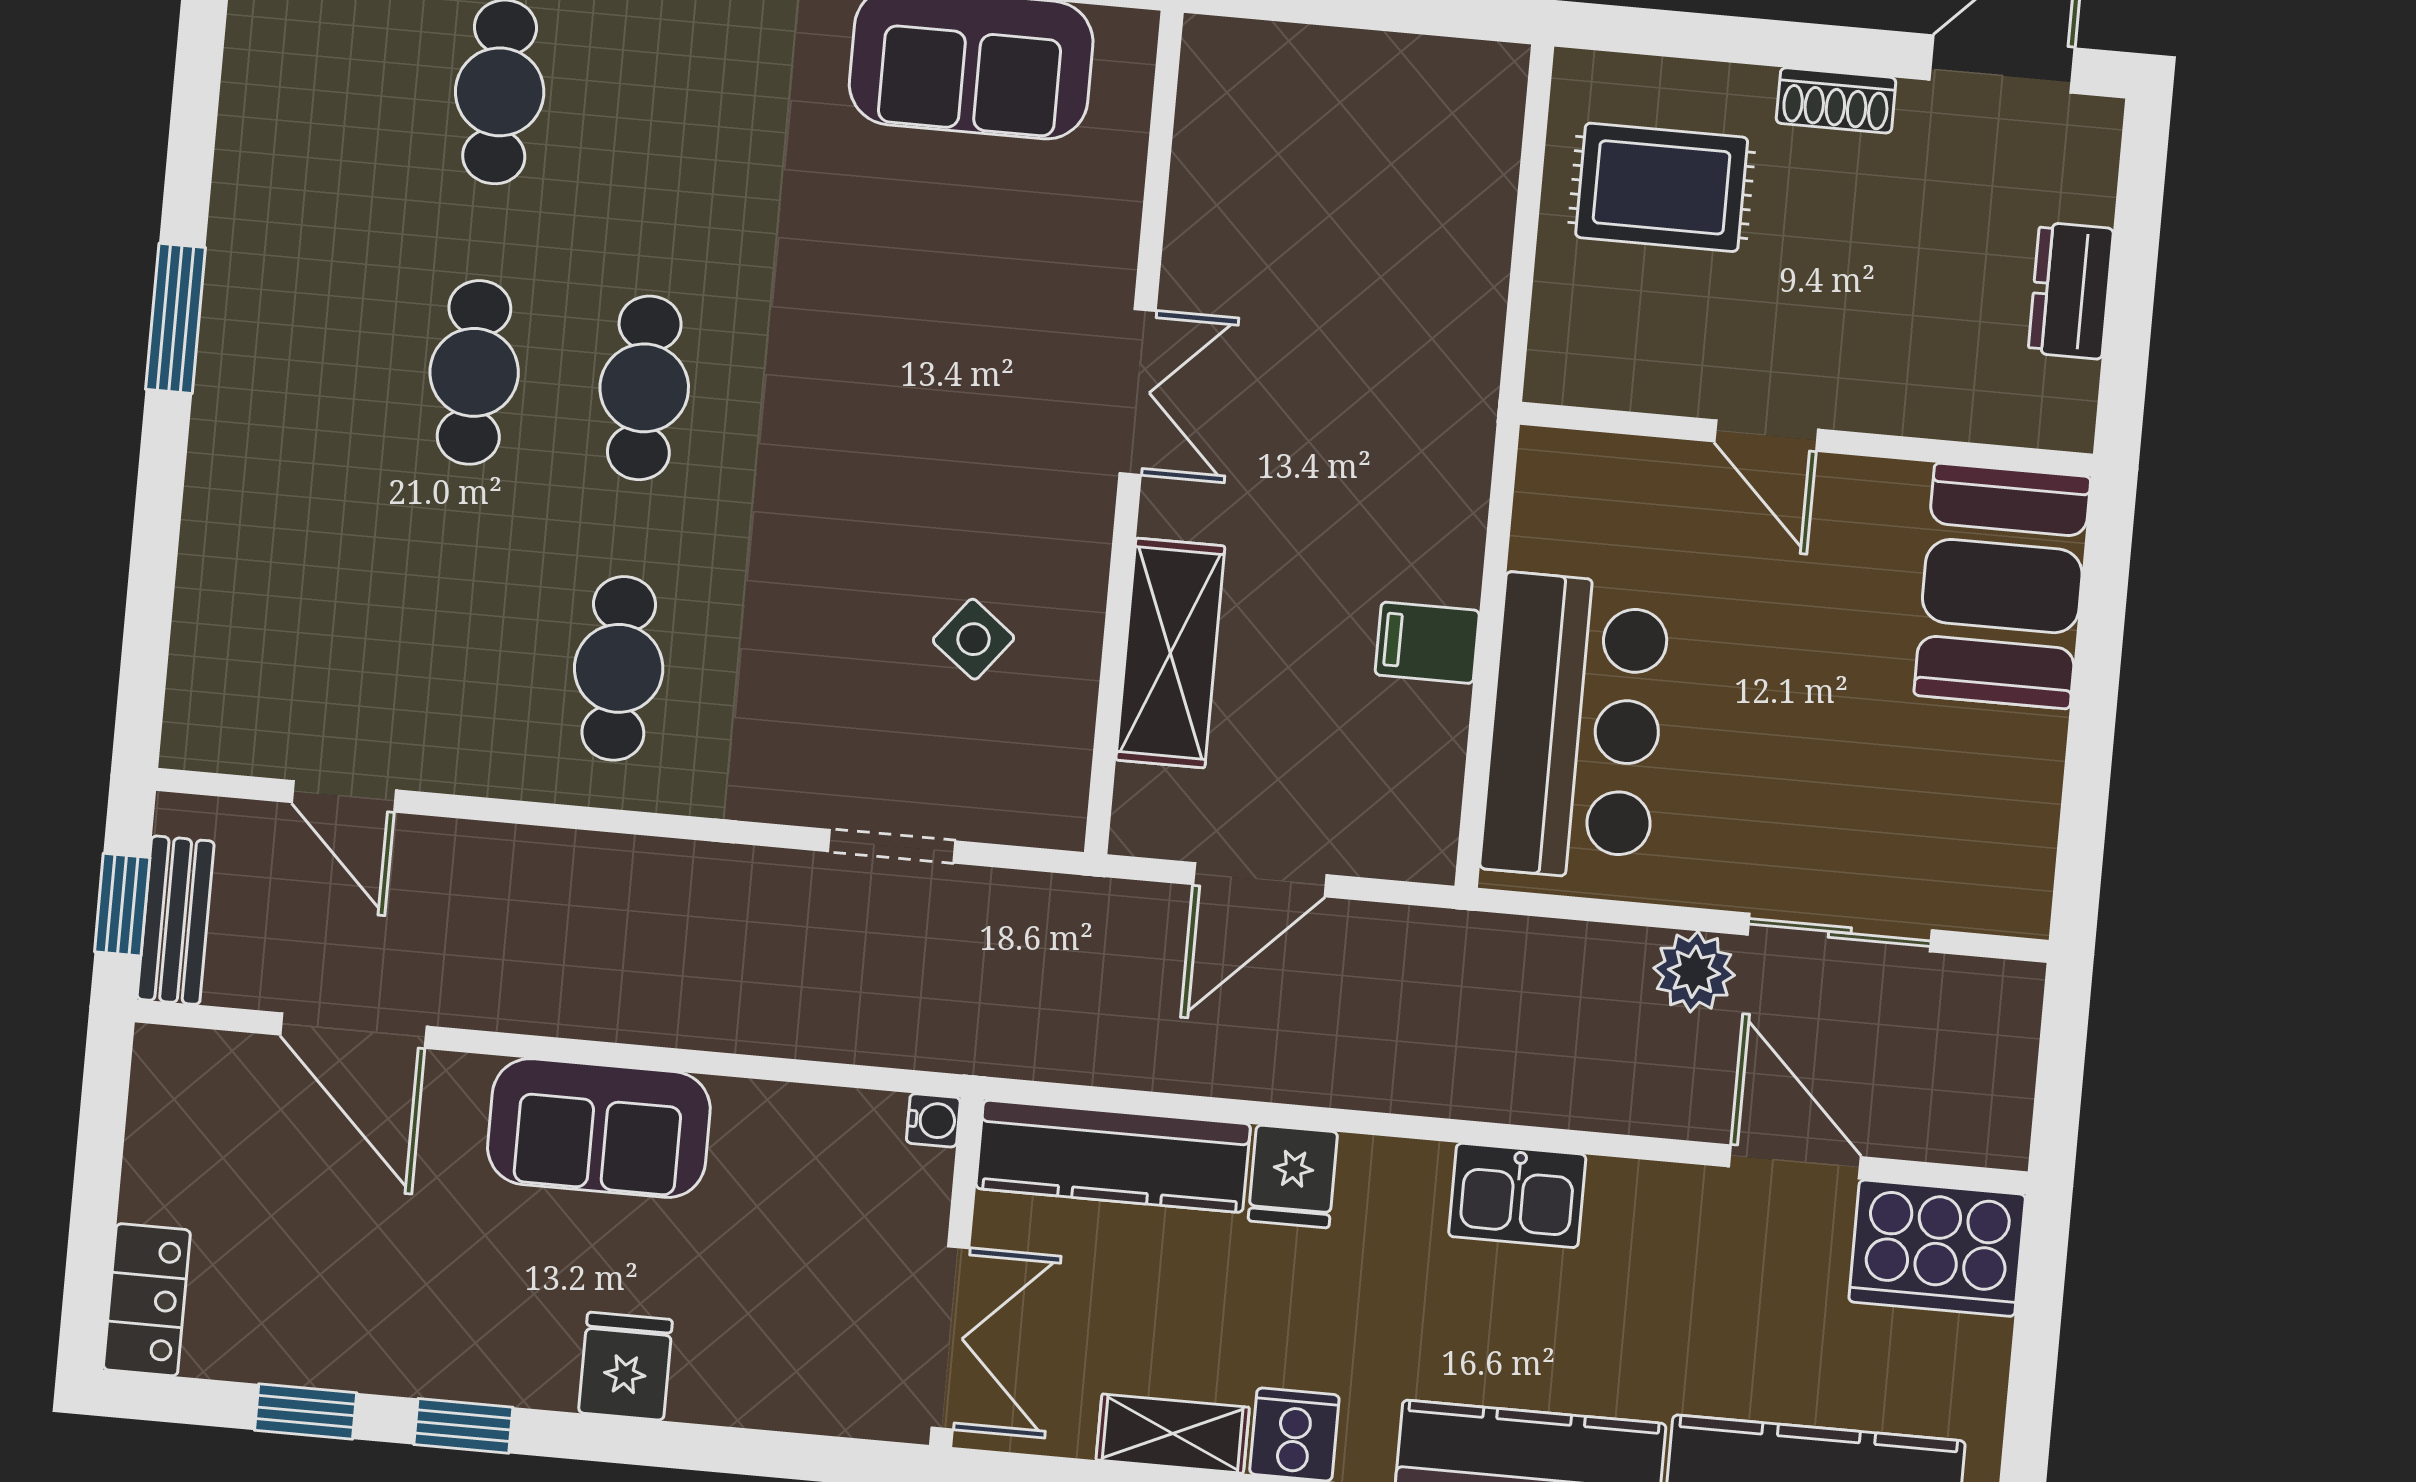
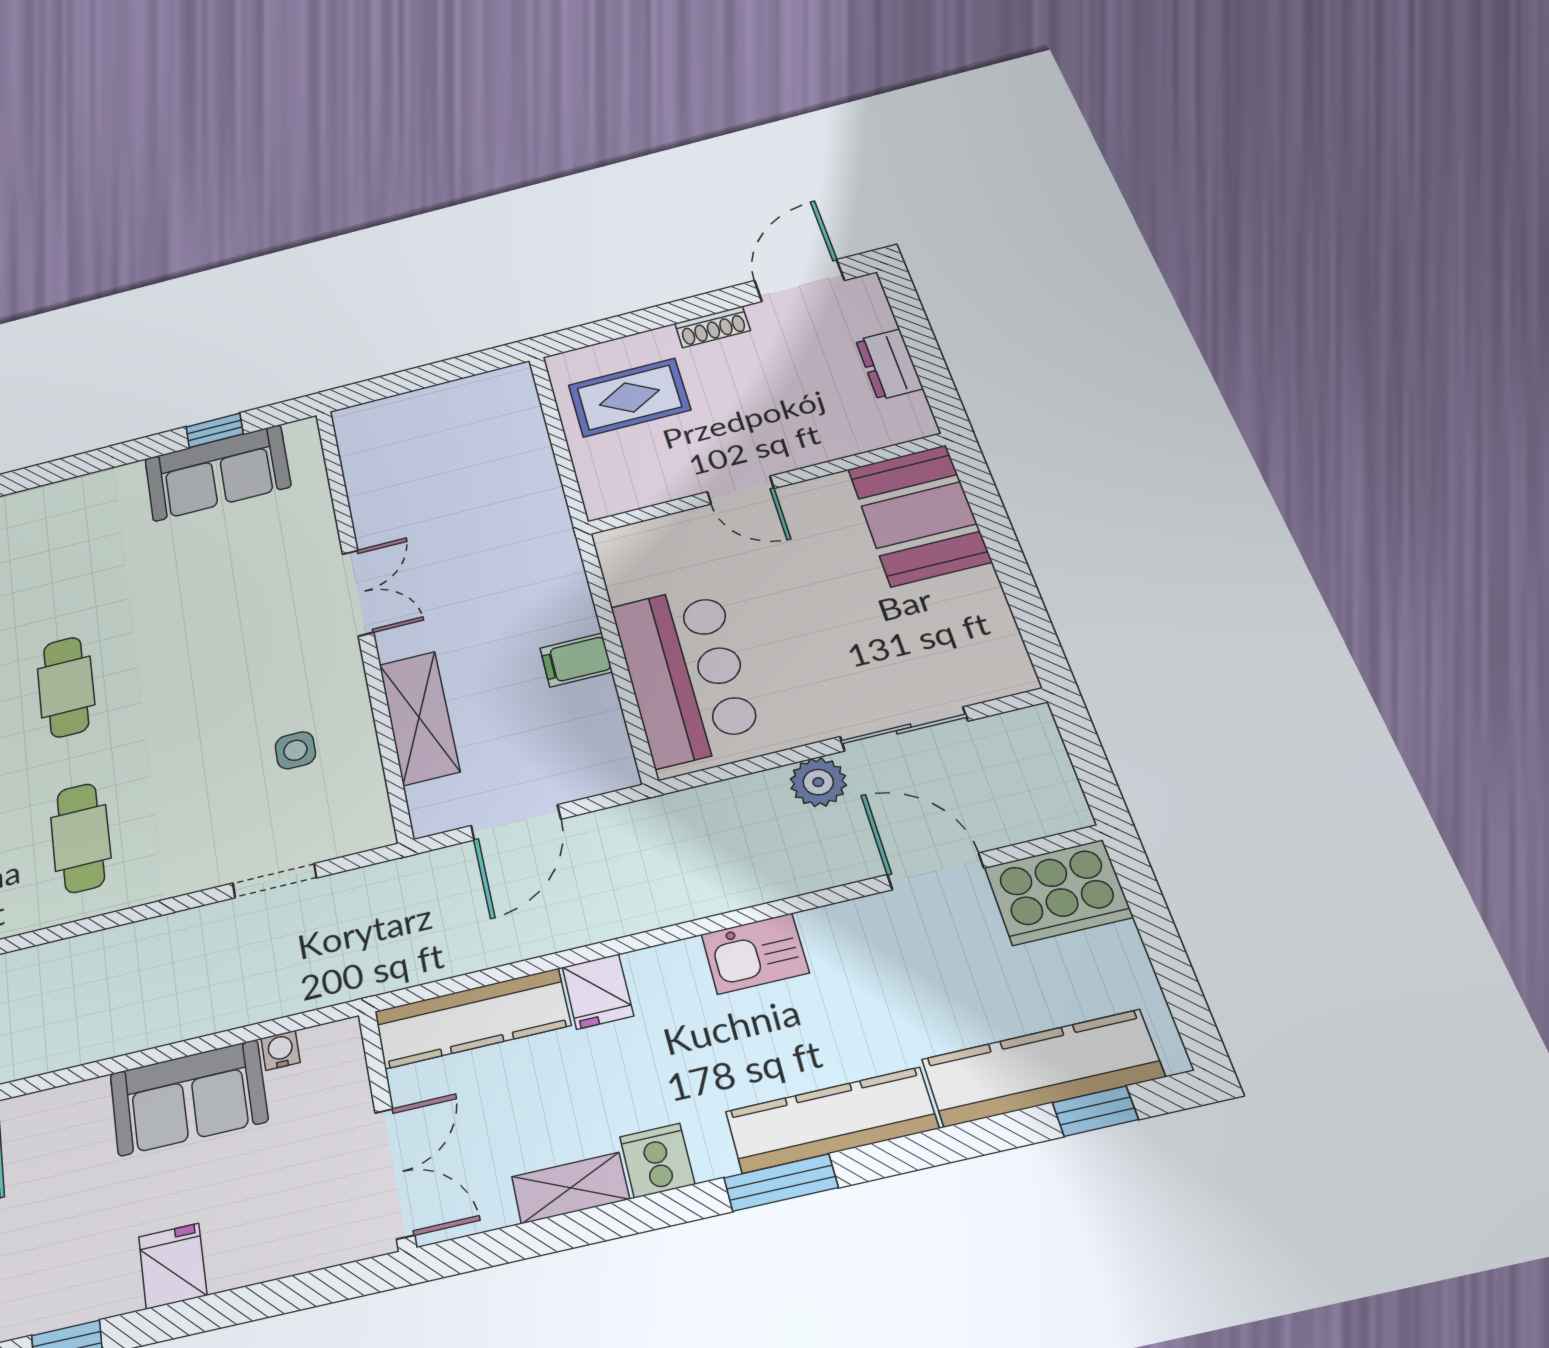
side table: (973, 639) -> (295, 750), turned -38
water cooler: (933, 1120) -> (281, 1050), moved, turned -90
sofa: (599, 1128) -> (188, 1098), moved

